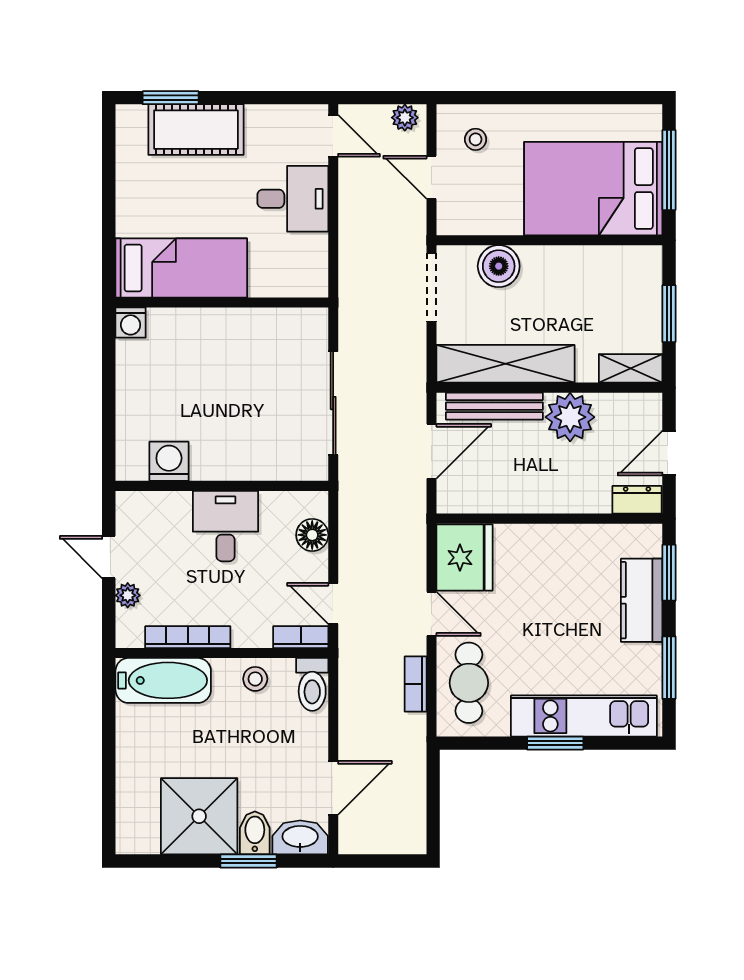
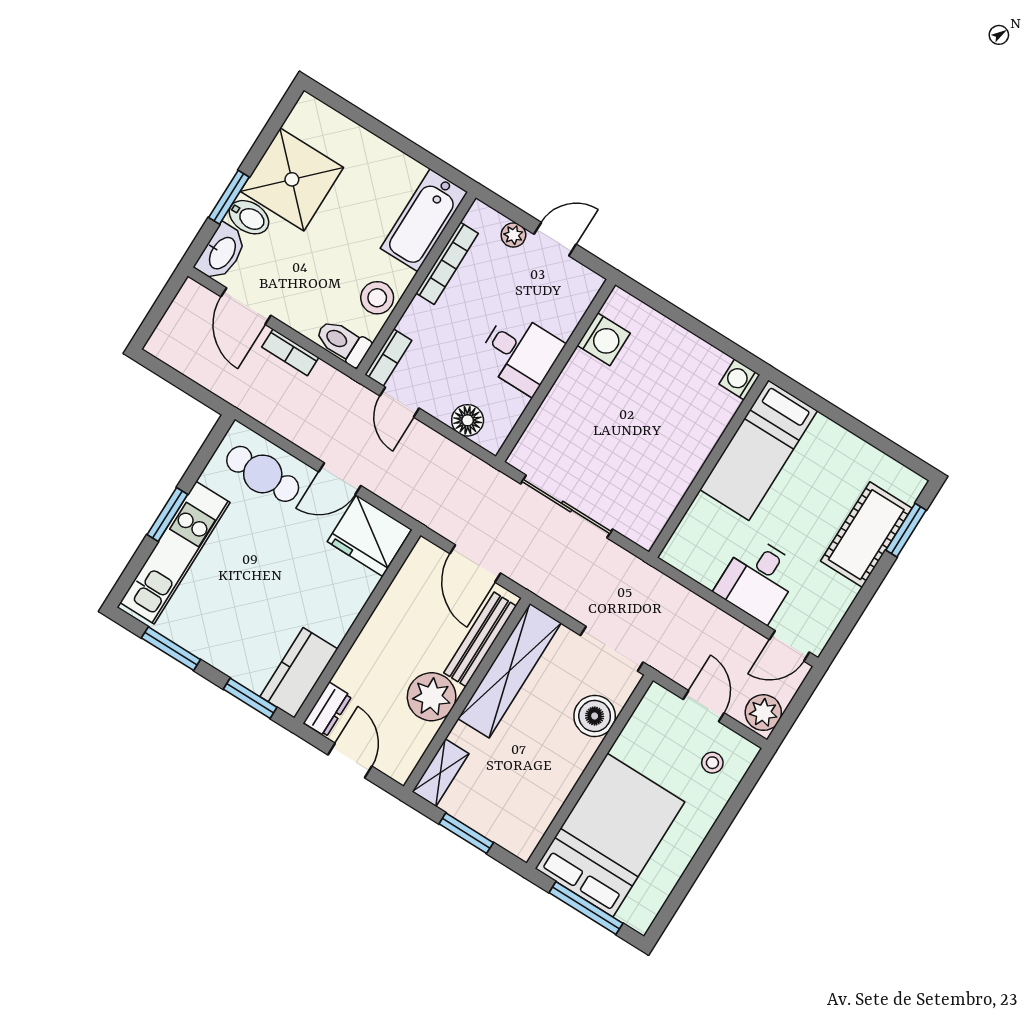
plant: (405, 118) -> (763, 713), width x1.38, depth x1.38
door: (431, 177) -> (704, 706), hinge flipped
kitchen counter: (642, 600) -> (299, 673), moved, turned -90
door: (333, 603) -> (399, 402), swing flipped
stool: (255, 679) -> (377, 298), width x1.37, depth x1.37
bookcase: (416, 684) -> (290, 352), moved, turned 180

